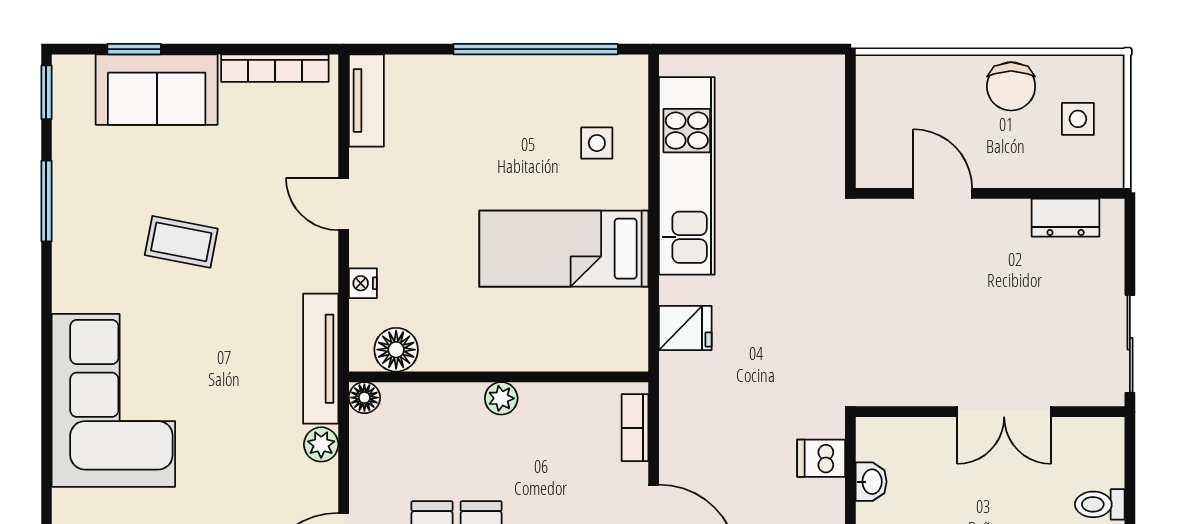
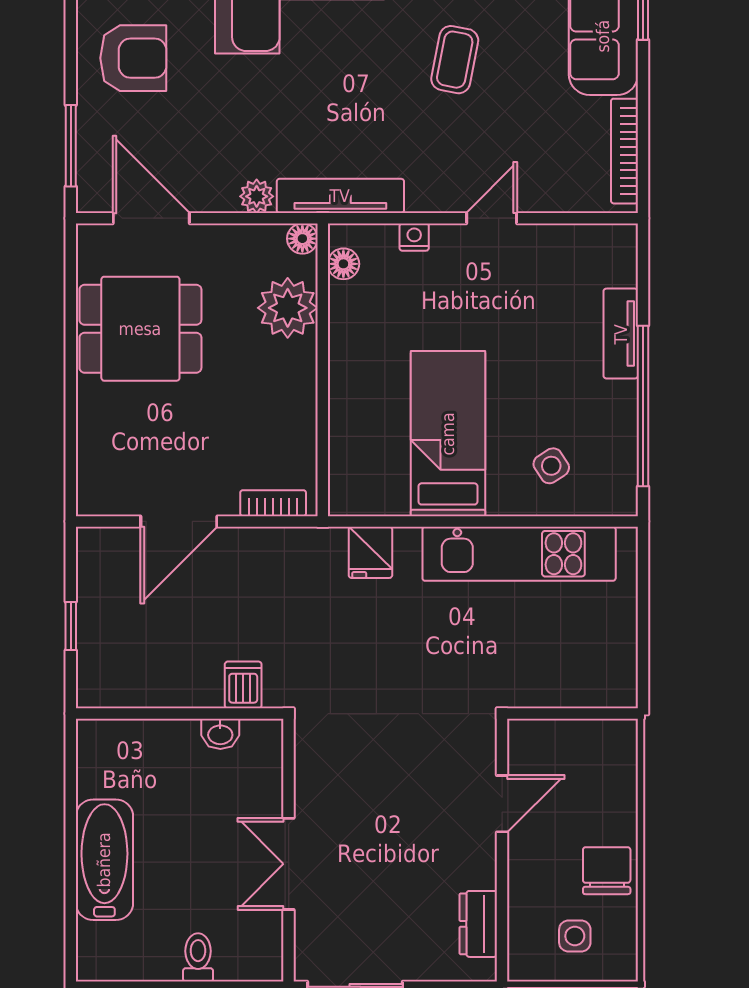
chair: (1011, 86) -> (607, 871), turned 90
tv unit: (366, 100) -> (621, 334), moved, turned 90
side table: (597, 143) -> (551, 466), turned -33
floor lamp: (396, 350) -> (343, 264), width x0.73, depth x0.73
plant: (501, 398) -> (288, 308), moved, width x1.88, depth x1.88

